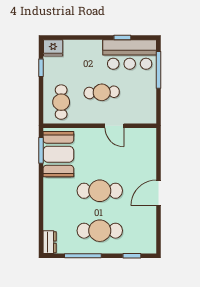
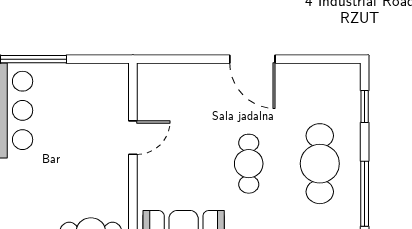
cafe table: (102, 92) -> (73, 160), removed
cafe table: (100, 191) -> (249, 164), width x0.73, depth x0.74

